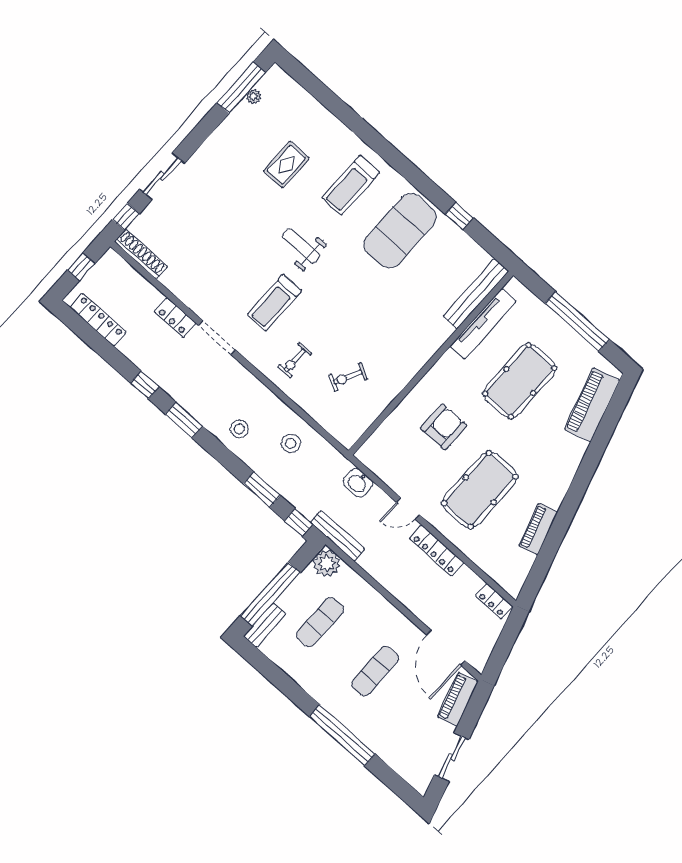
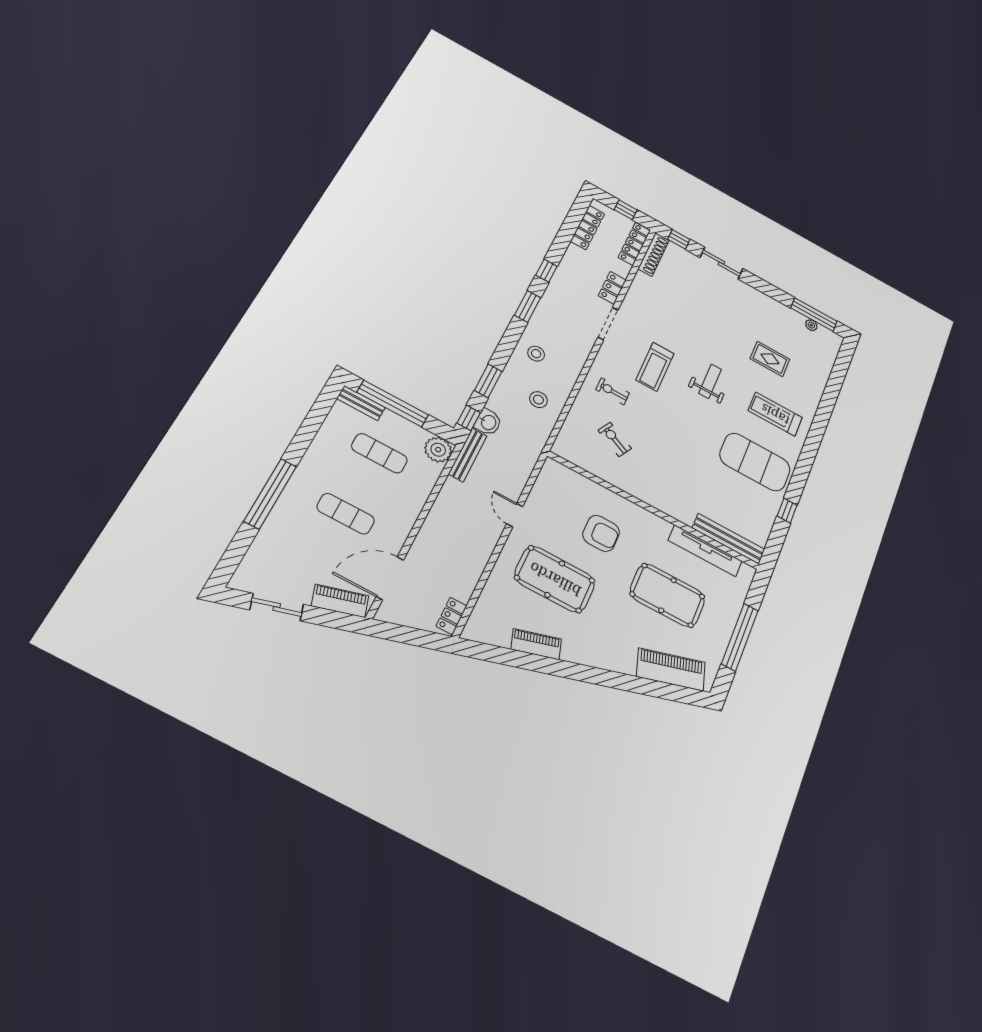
treadmill: (274, 303) -> (655, 367), turned -90
washbasin: (358, 483) -> (488, 422), moved, turned 180
locker: (437, 551) -> (634, 244), moved

